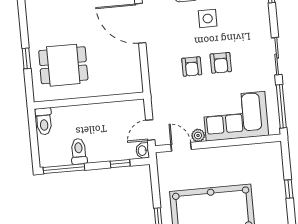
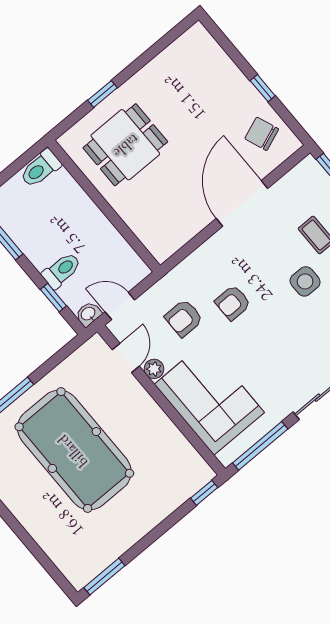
armchair: (221, 63) -> (184, 318), moved
dining table: (63, 65) -> (125, 145), turned 90
toilet: (79, 151) -> (62, 270), moved
window: (289, 189) -> (204, 493), moved

